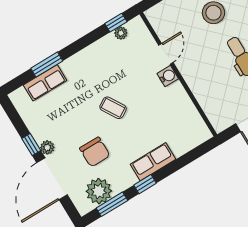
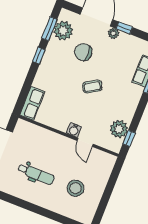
plant: (121, 33) -> (119, 129), width x1.88, depth x1.88
row of seats: (153, 162) -> (32, 103), moved

